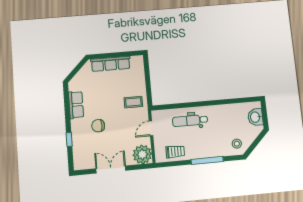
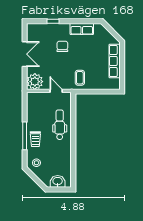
trolley: (175, 152) -> (35, 139), moved

